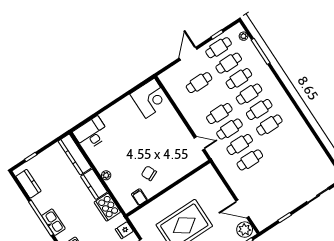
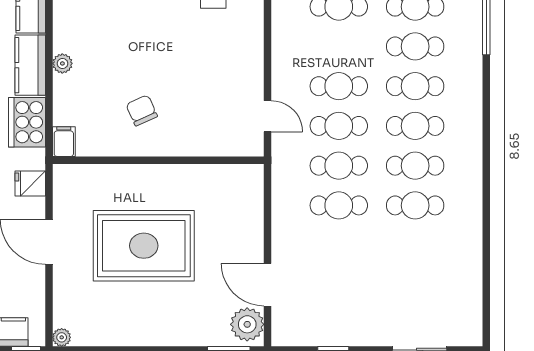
cafe table: (280, 140) -> (415, 205), added
filing cabinet: (139, 197) -> (64, 142), moved

